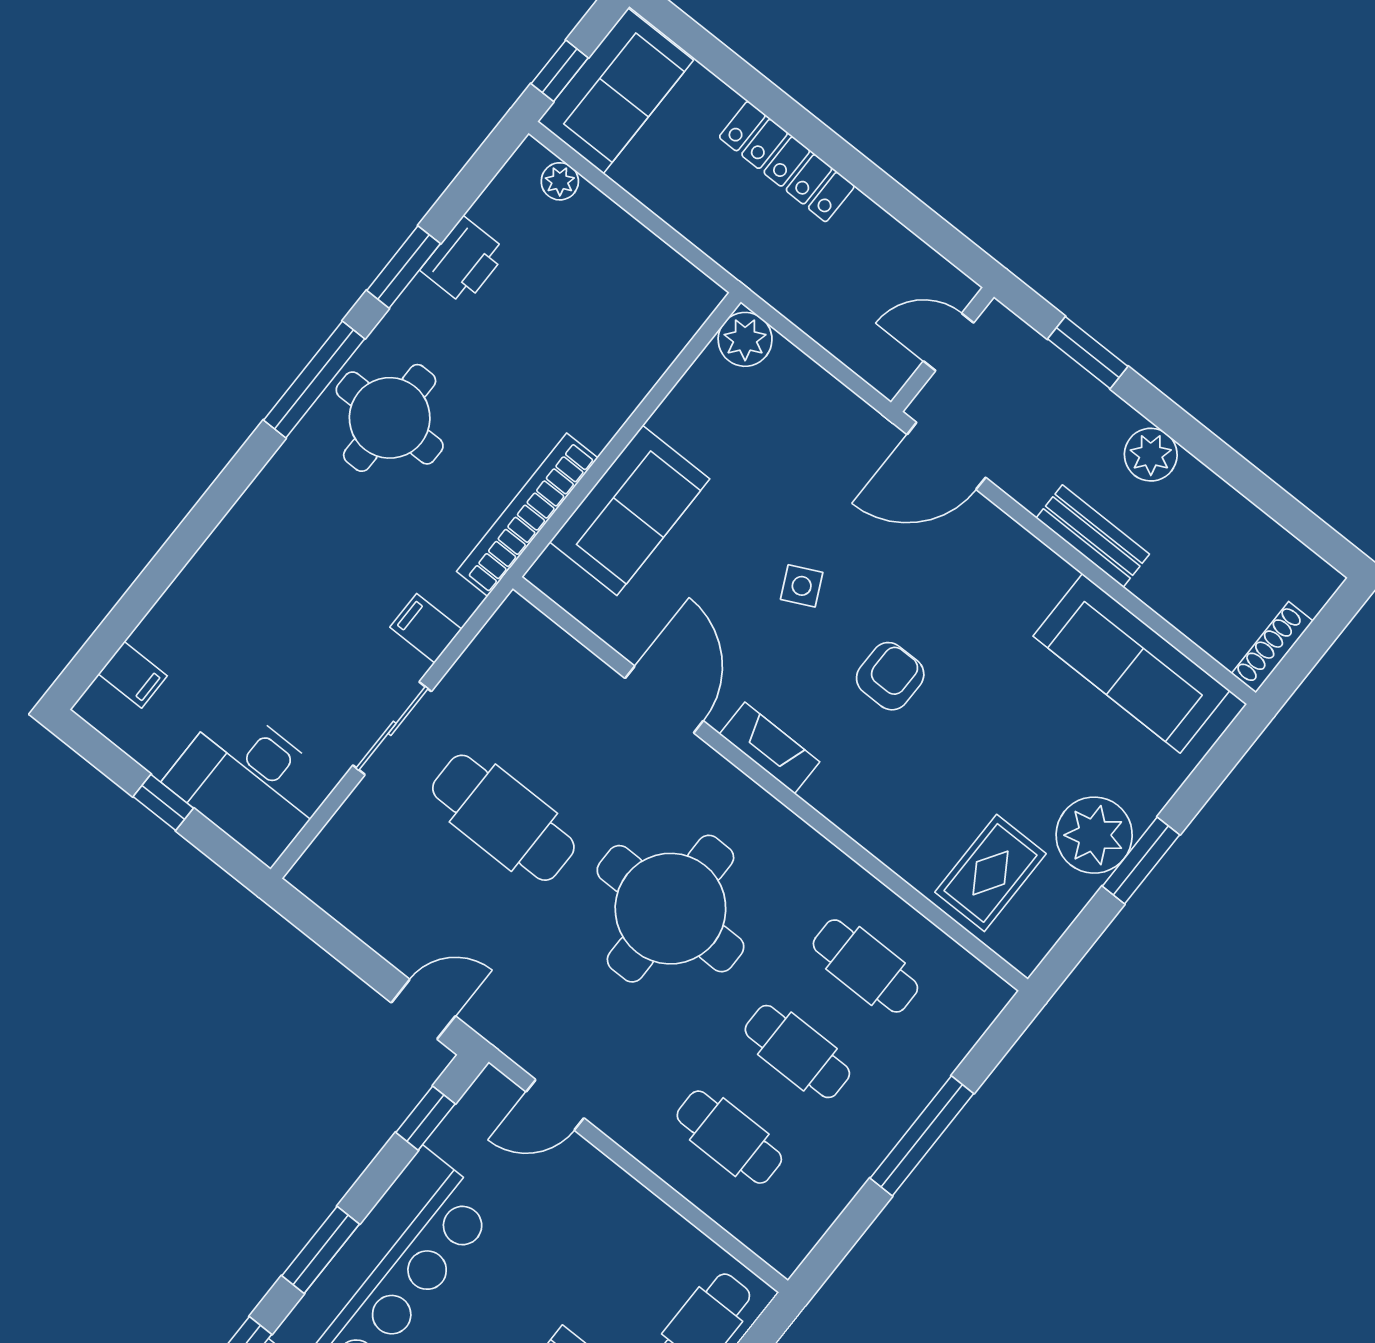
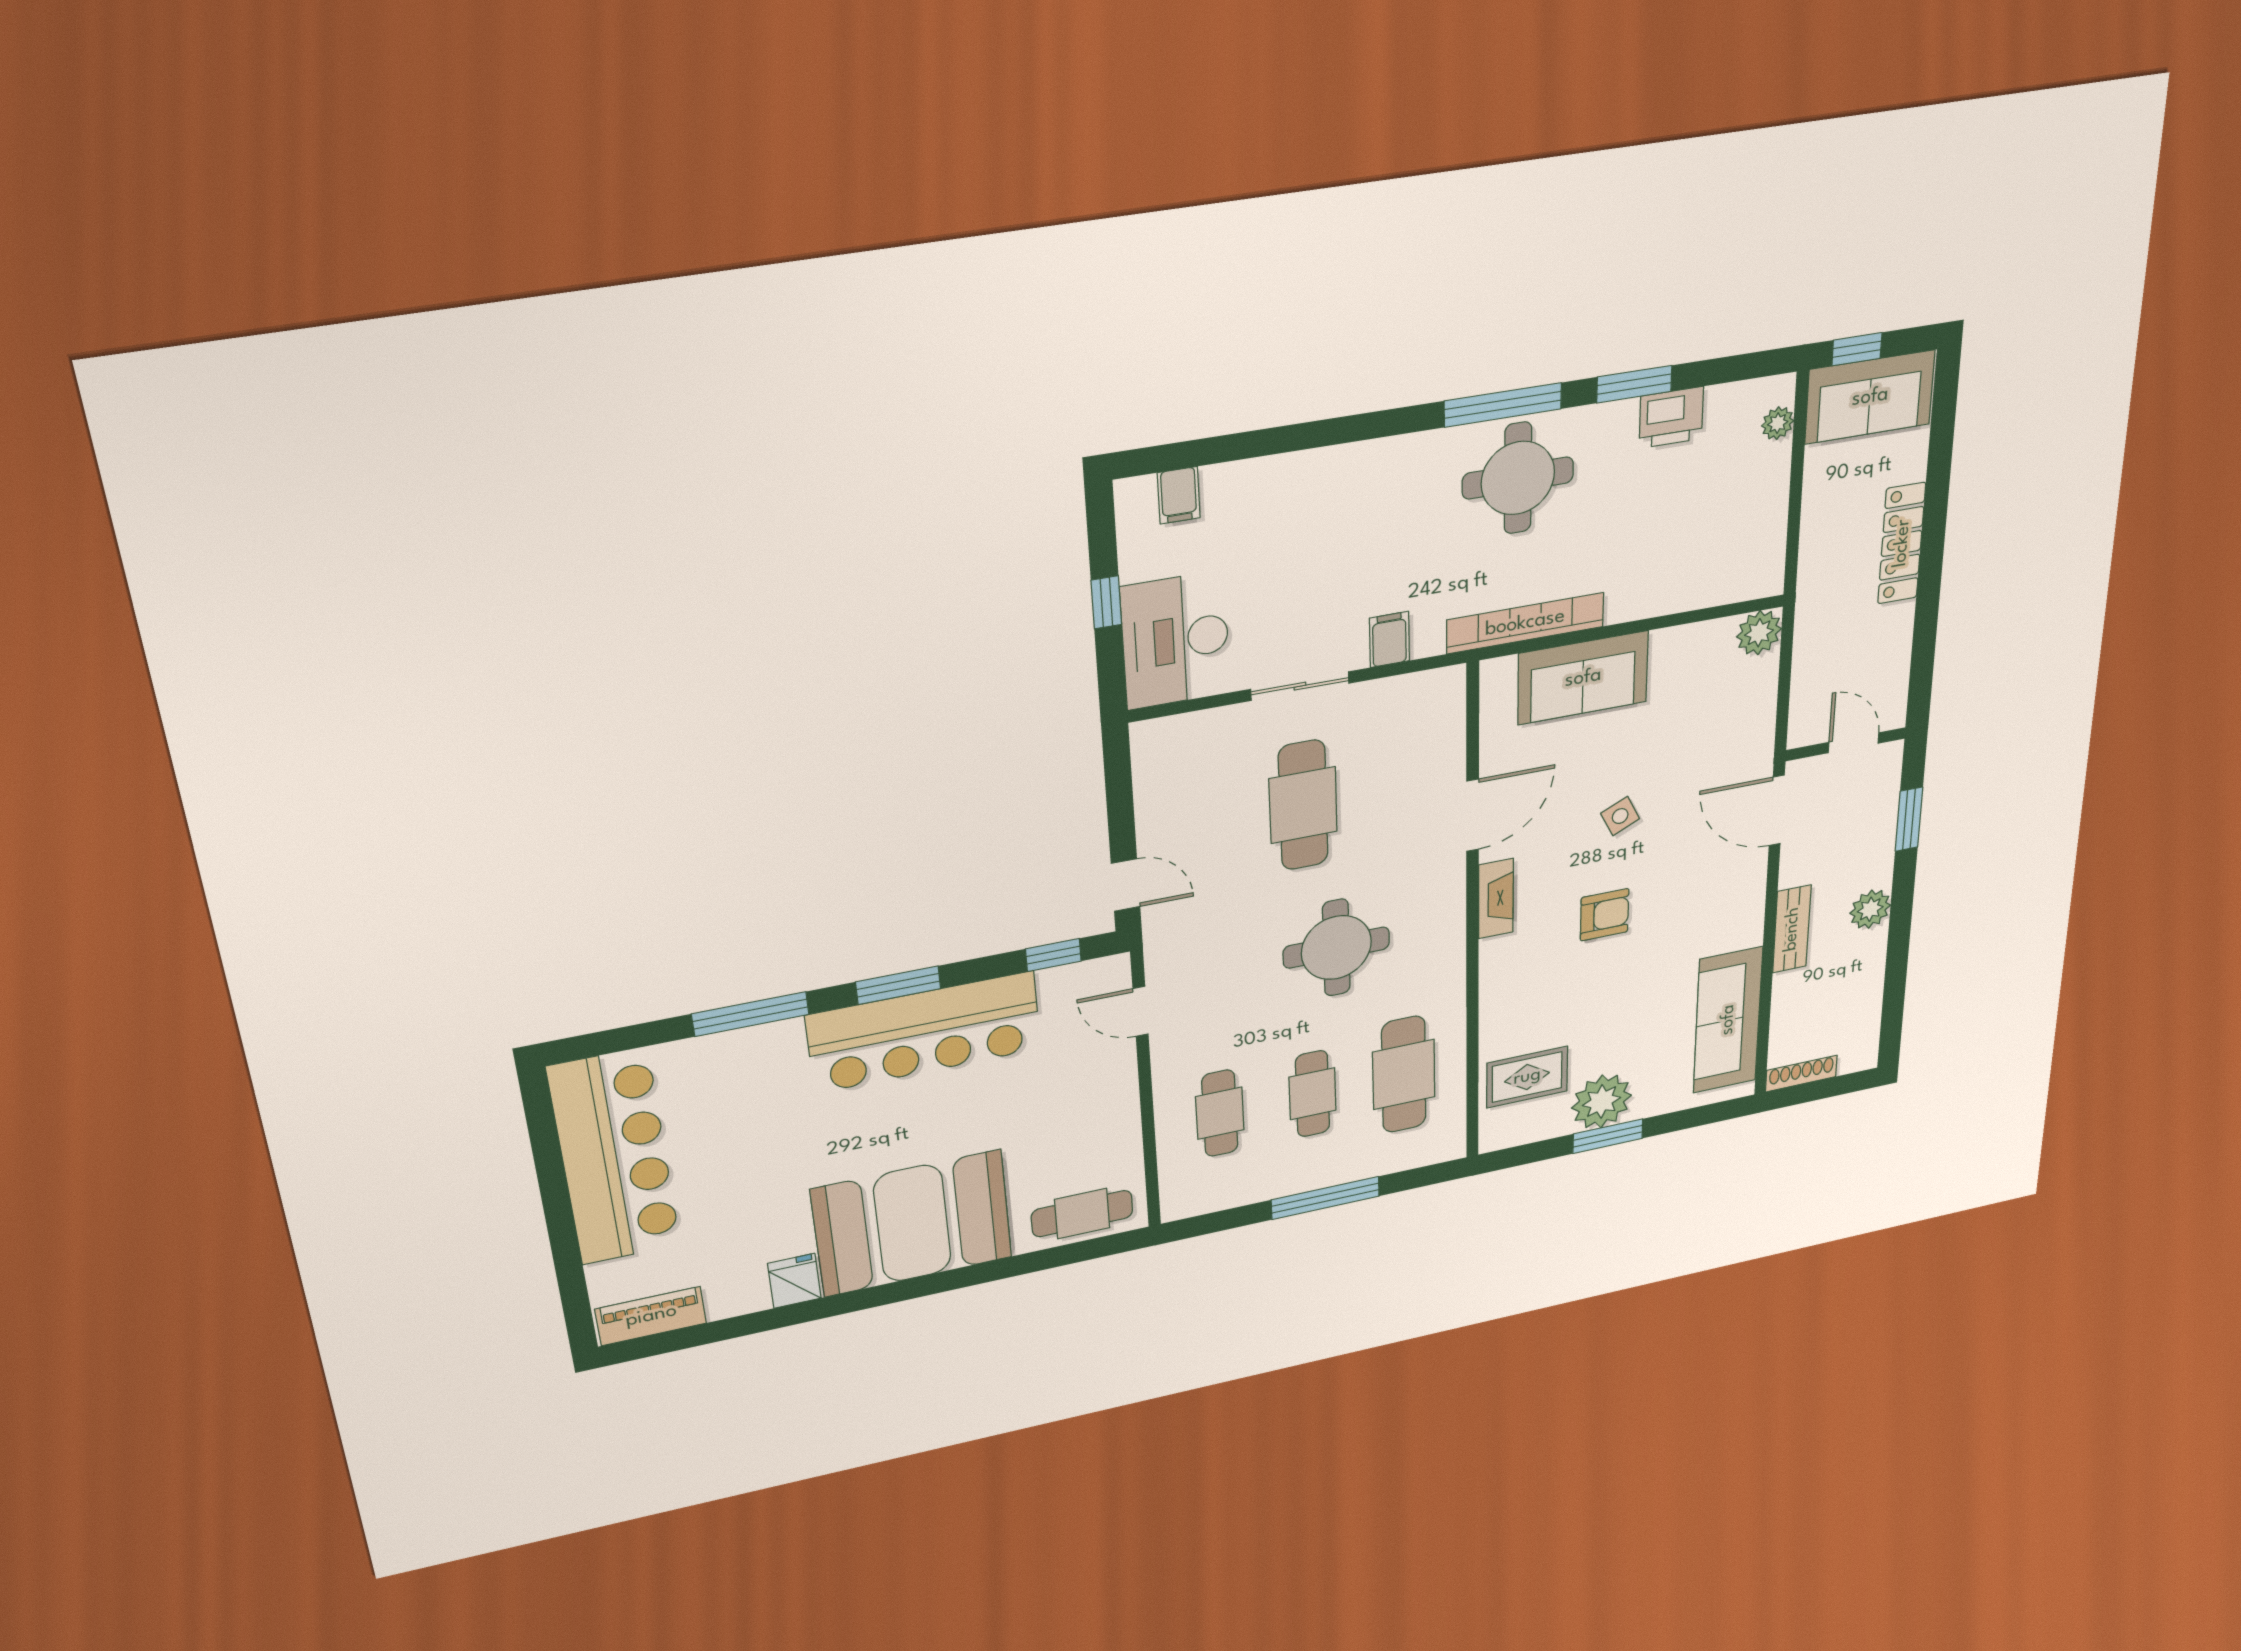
round table: (670, 909) -> (1336, 948), width x0.73, depth x0.73
cafe table: (865, 966) -> (1404, 1075), width x1.37, depth x1.35

